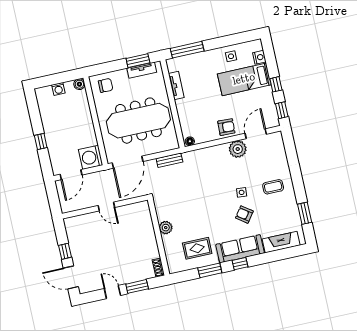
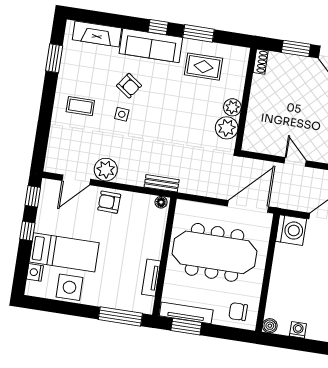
side table: (231, 56) -> (69, 287), width x1.87, depth x1.87
tv unit: (142, 70) -> (186, 313), width x1.41
bench: (169, 160) -> (162, 183), moved
plant: (164, 212) -> (227, 128), added

